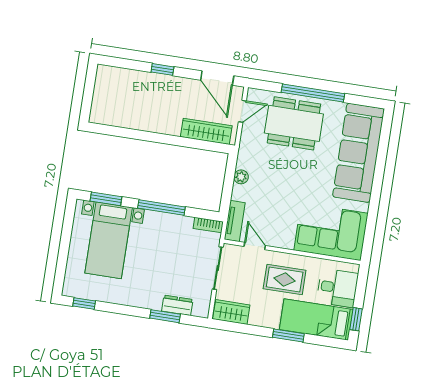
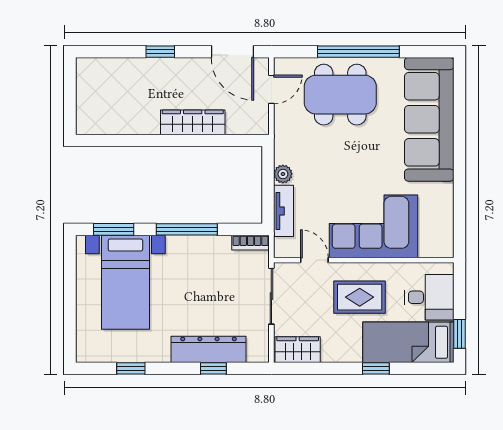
wardrobe: (206, 131) -> (193, 122), moved
tv unit: (235, 221) -> (284, 211), moved
corner sofa: (331, 232) -> (373, 226), moved
window: (84, 304) -> (131, 368), moved
dresser: (177, 305) -> (208, 349), width x1.96, depth x1.24
window: (165, 316) -> (213, 368), width x0.67
window: (288, 335) -> (376, 368), width x0.67

